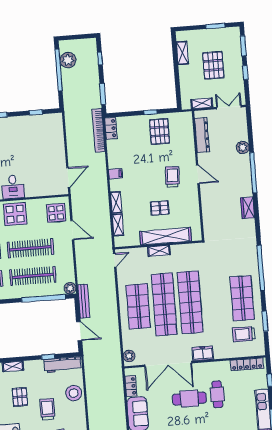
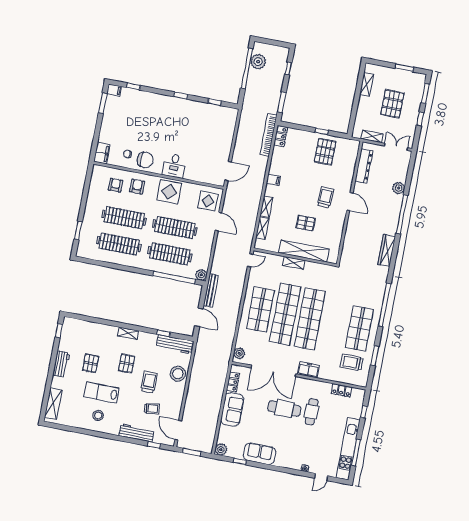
wardrobe: (248, 208) -> (387, 251), width x1.50
locker: (247, 364) -> (342, 390), width x0.66

